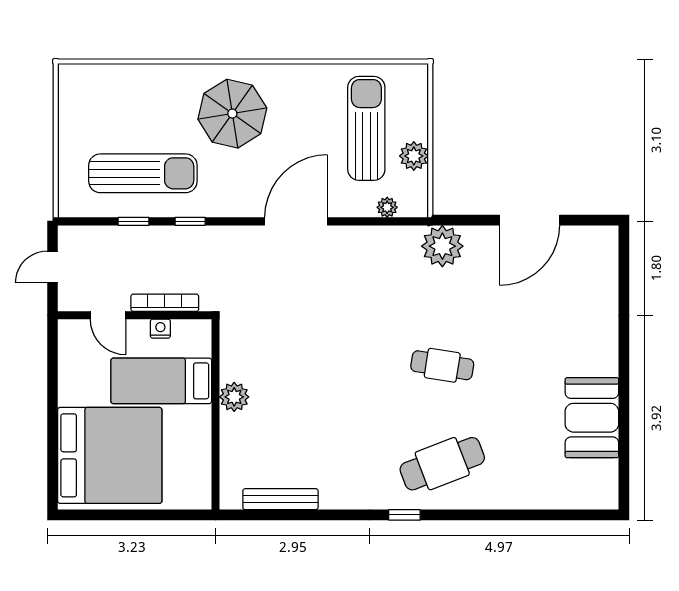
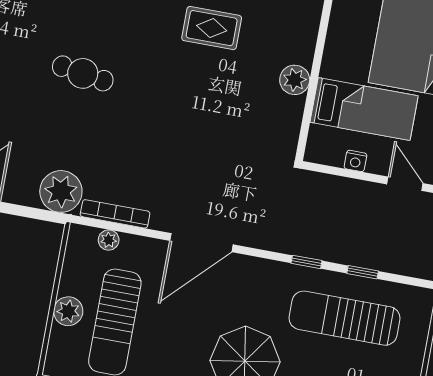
plant: (414, 156) -> (68, 311), moved
bookcase: (165, 303) -> (115, 214), moved, turned 180
rug: (325, 433) -> (212, 28), added

